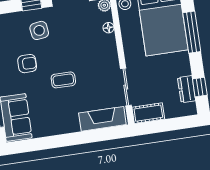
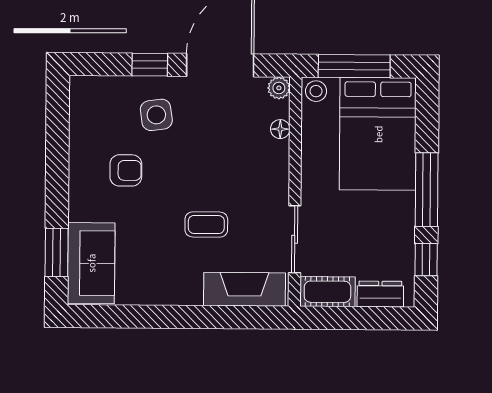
window: (192, 32) -> (427, 190), moved
coffee table: (63, 80) -> (206, 224), moved
dresser: (187, 89) -> (380, 294), moved, turned 90

